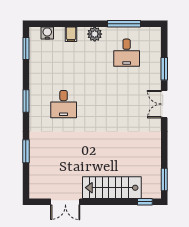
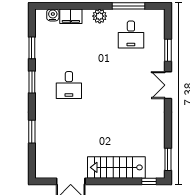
filing cabinet: (71, 34) -> (71, 16), width x2.00
window: (26, 49) -> (32, 48), moved

